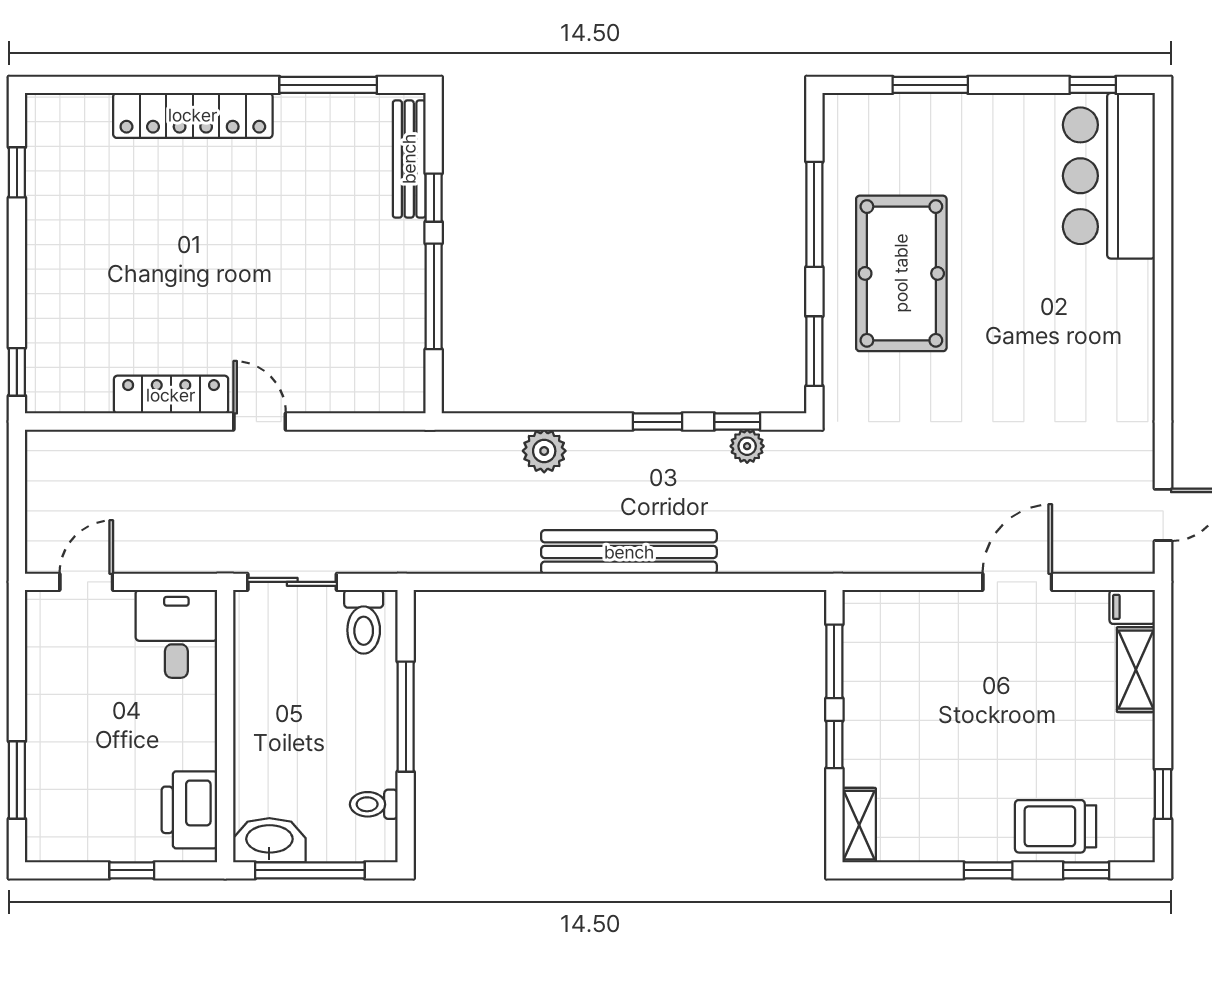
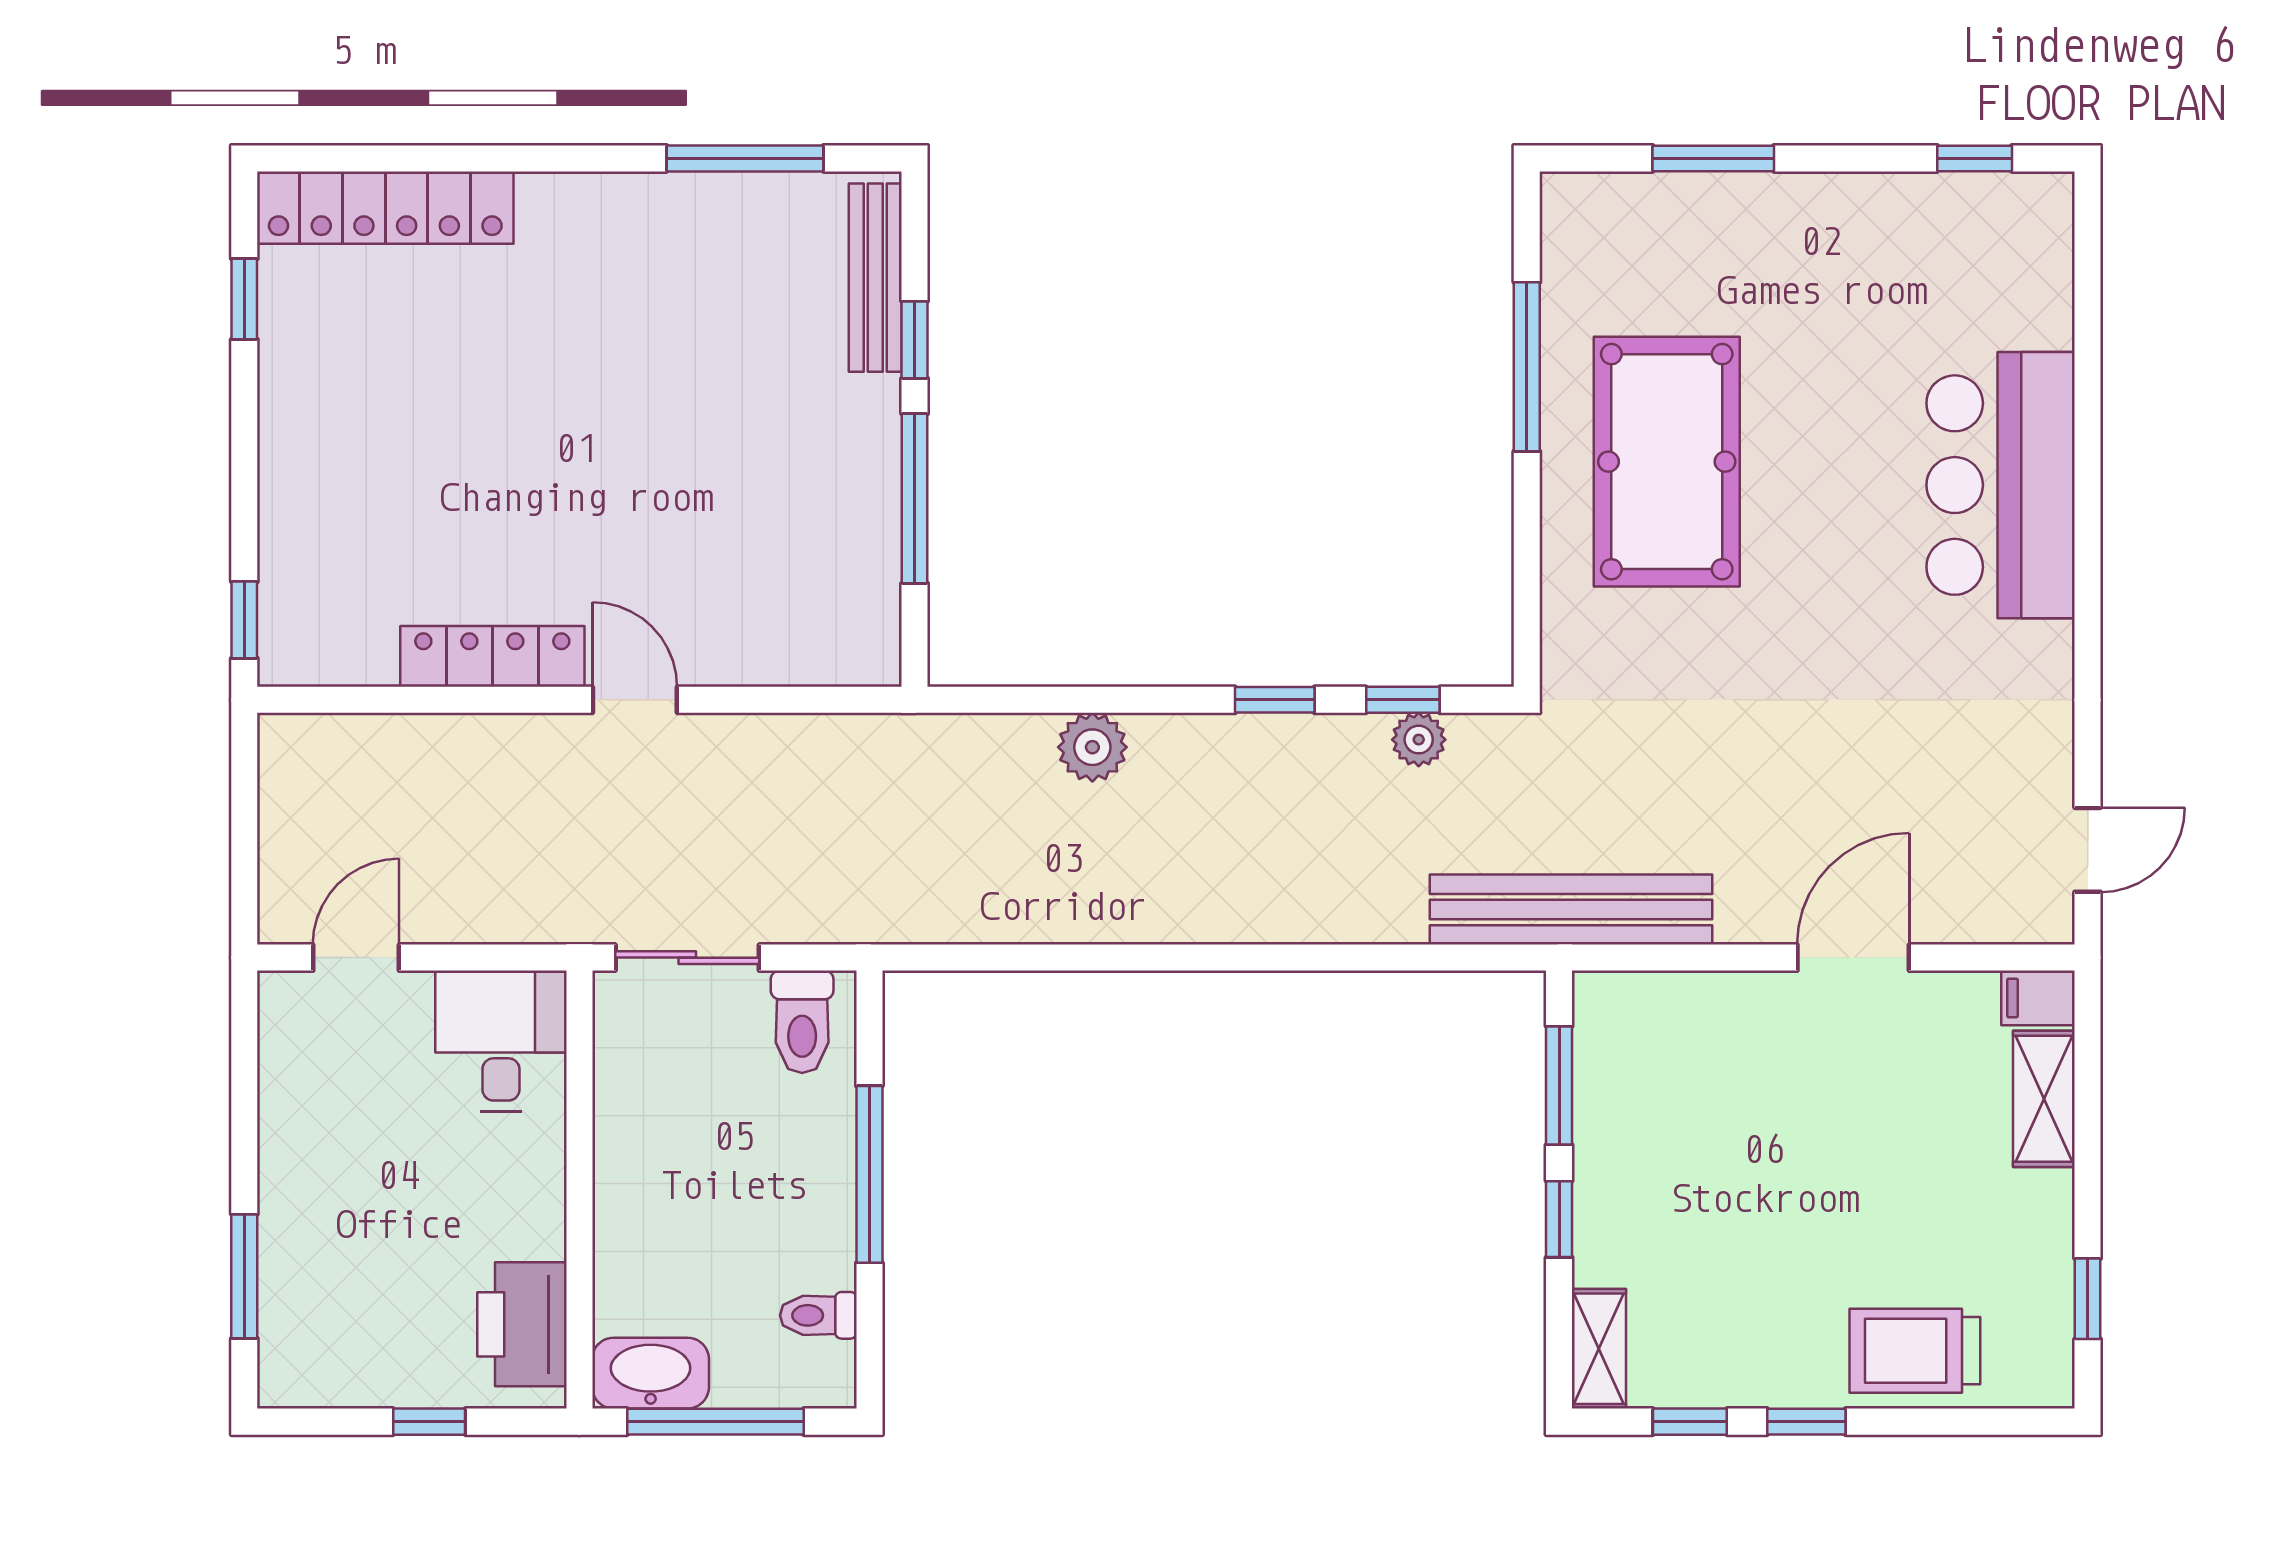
locker: (193, 115) -> (385, 208), moved
bar counter: (1109, 176) -> (2001, 485), moved
window: (814, 351) -> (1527, 587), removed
bench: (629, 552) -> (1571, 910), moved
window: (1086, 870) -> (1690, 1422), moved

